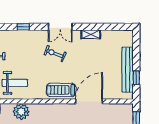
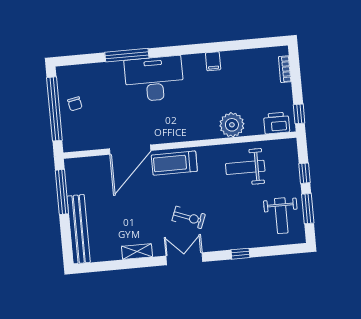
bench: (128, 70) -> (79, 229), moved
window: (136, 78) -> (62, 192), width x2.17
treadmill: (61, 90) -> (174, 163), turned 180

